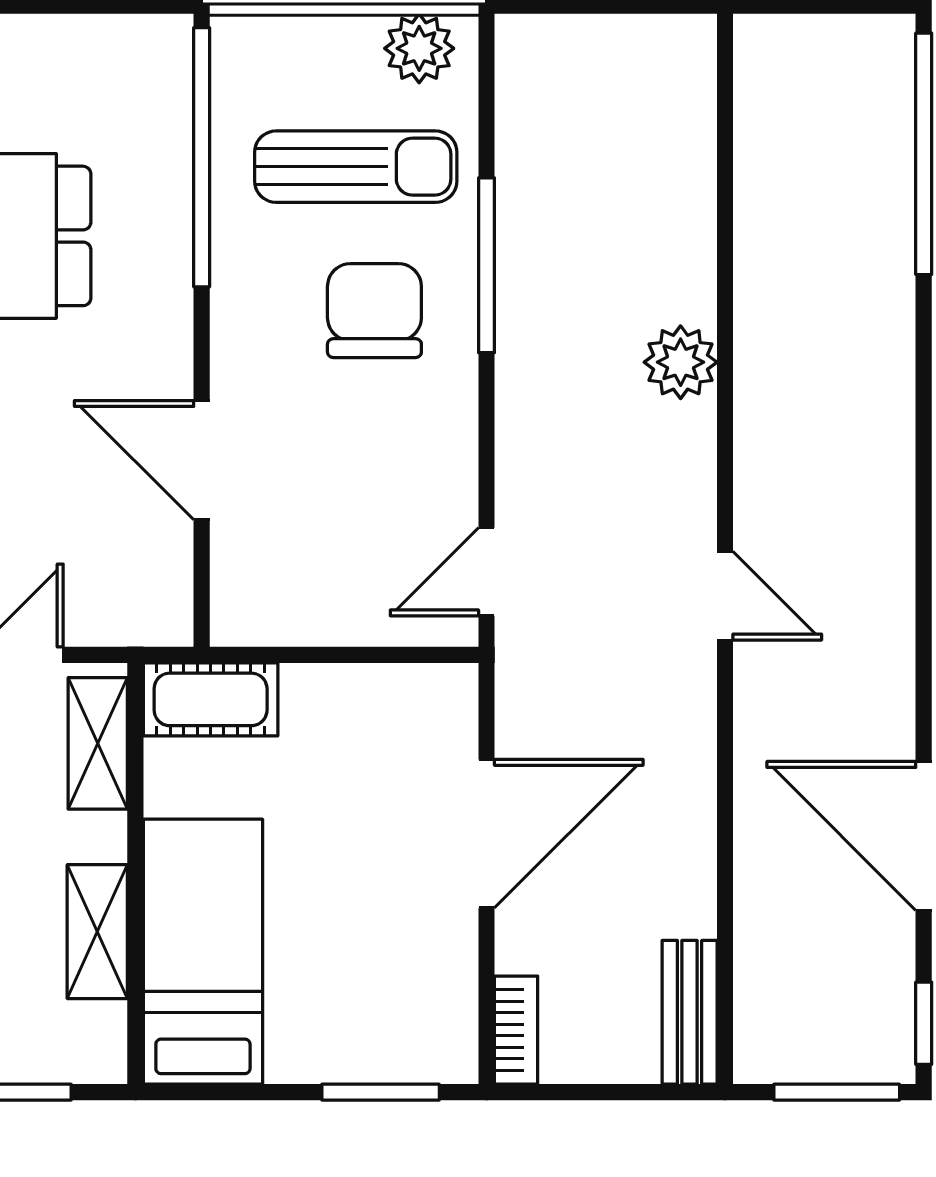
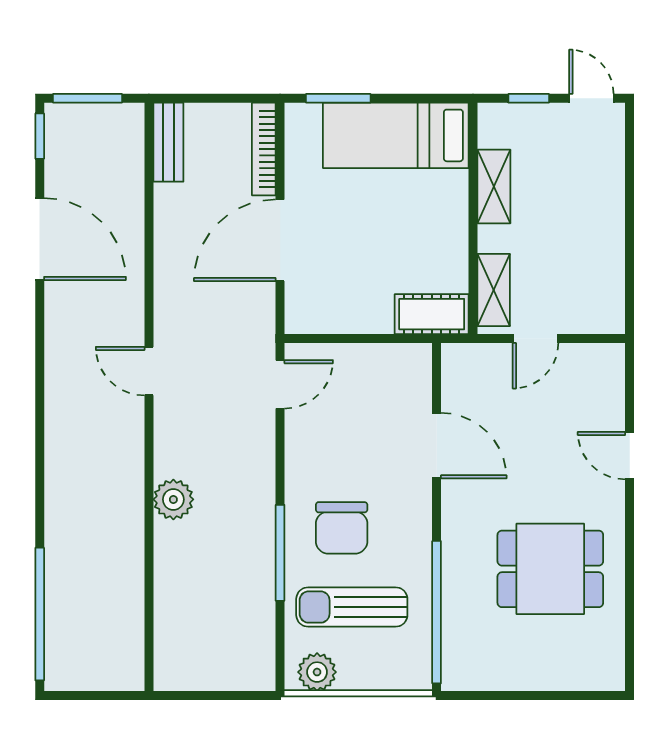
bed: (203, 952) -> (396, 135), moved, turned 90
bookcase: (516, 1030) -> (264, 149), width x1.56

